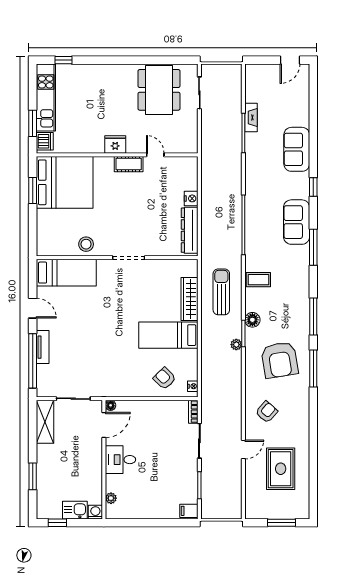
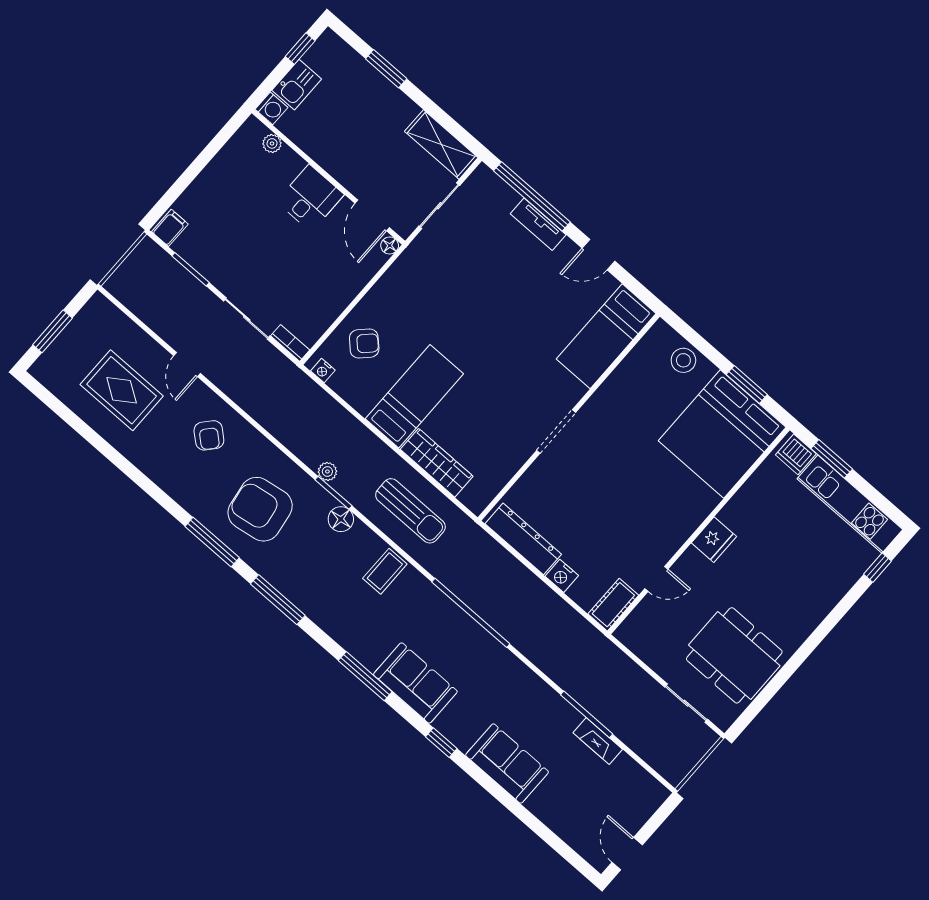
cot: (129, 164) -> (613, 605), moved
stool: (86, 244) -> (683, 360), moved

